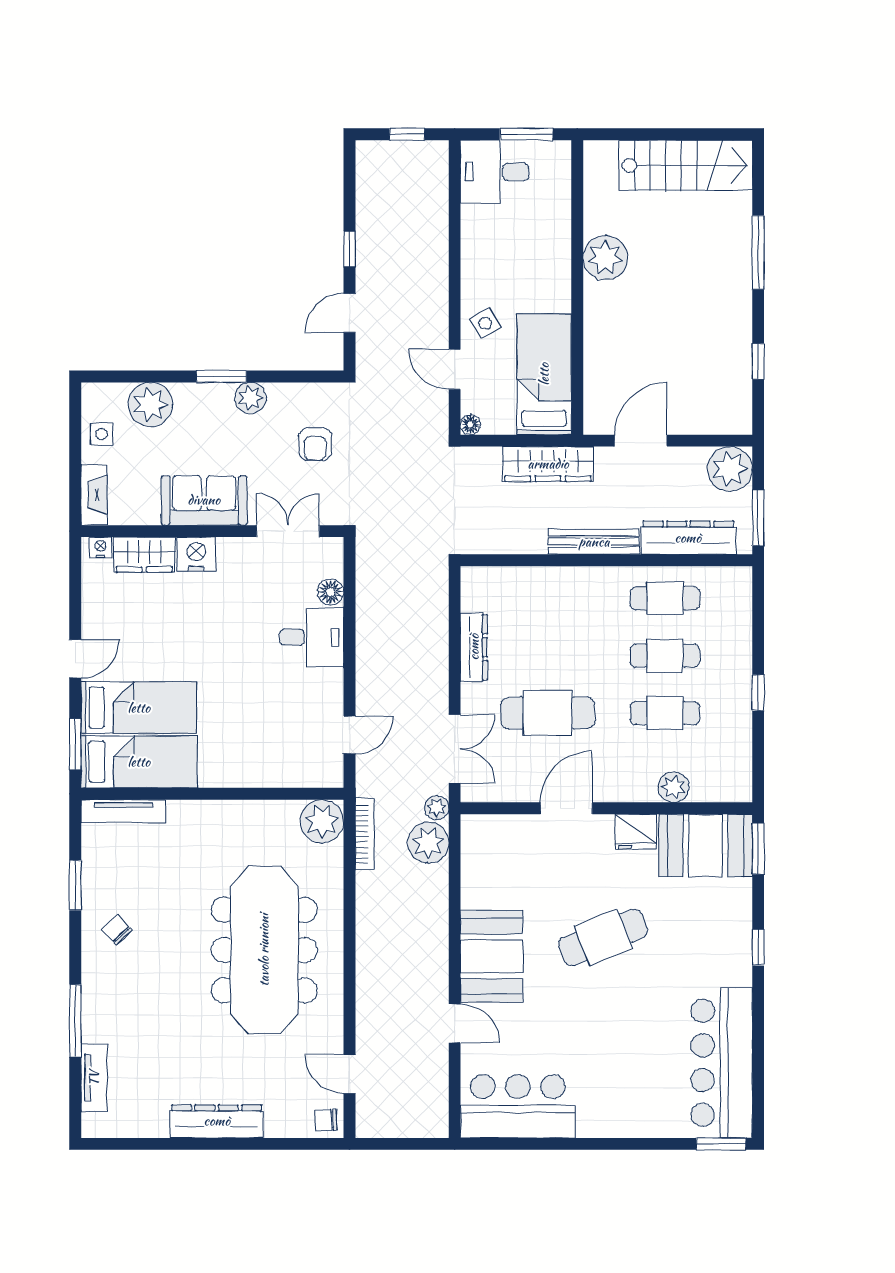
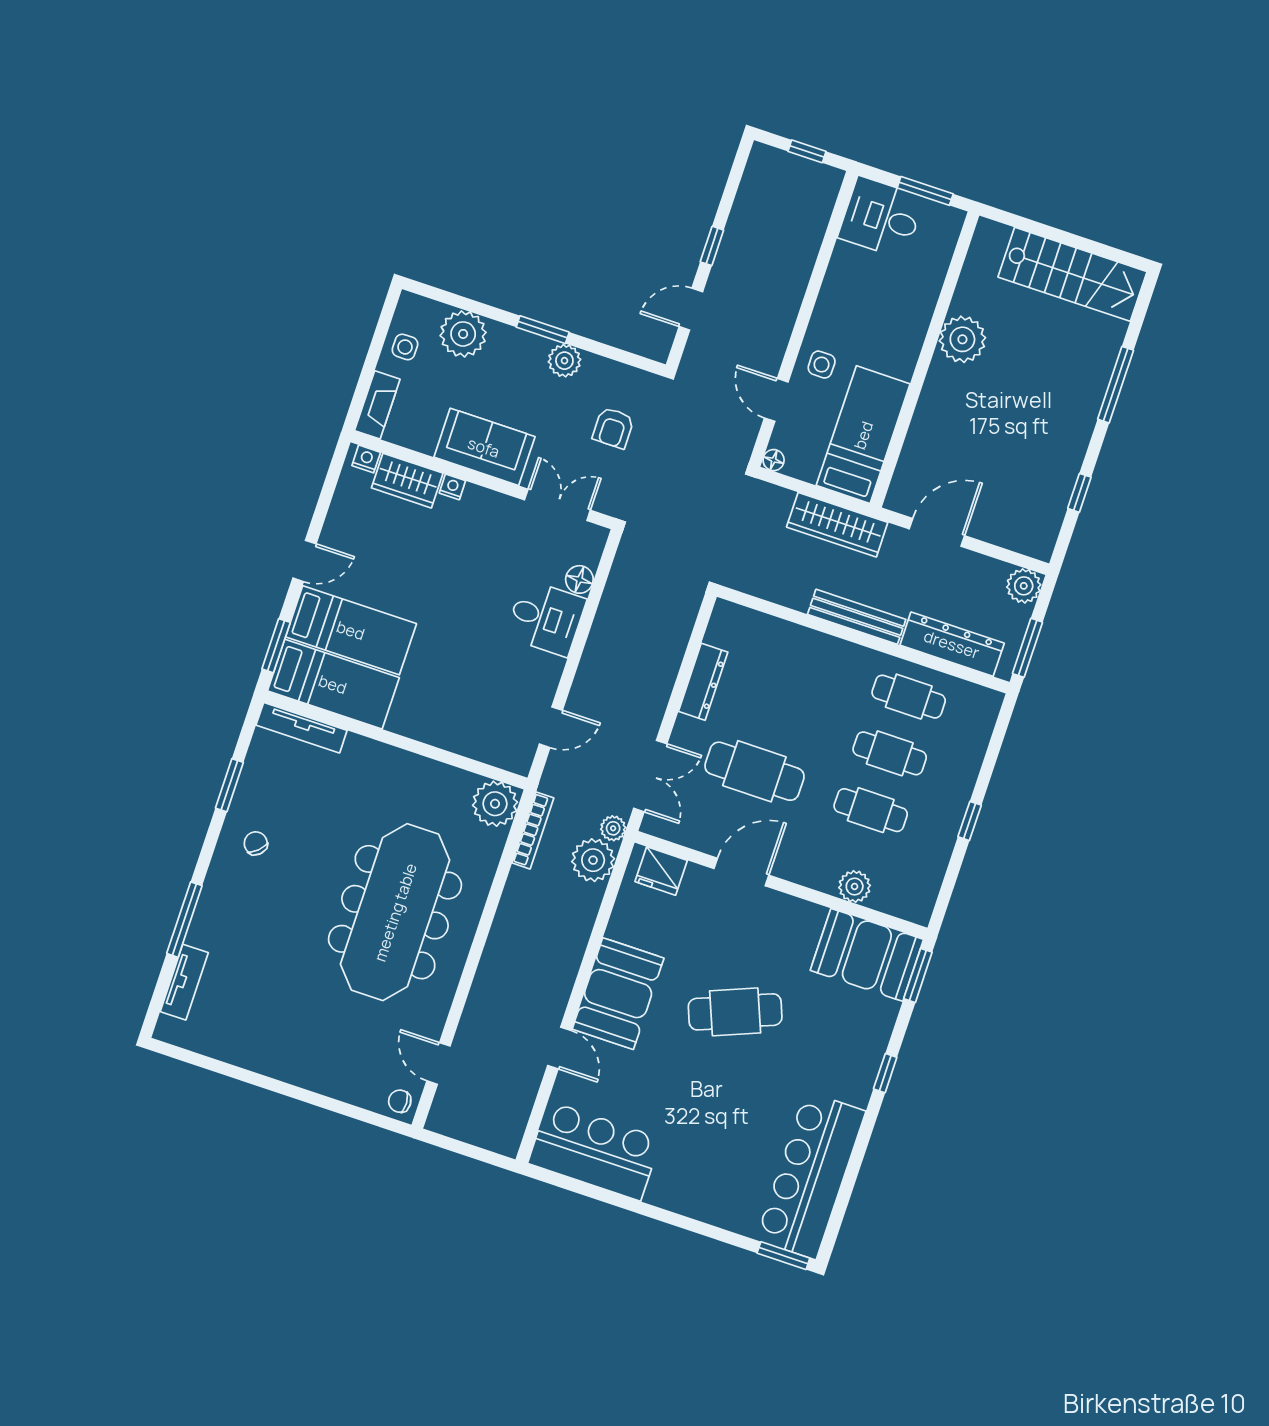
side table: (485, 323) -> (822, 365), turned 30
plant: (730, 469) -> (1024, 586), width x0.73, depth x0.73
nightstand: (196, 554) -> (452, 487), width x0.53, depth x0.56
fridge: (636, 832) -> (661, 871), moved
dresser: (217, 1121) -> (291, 1066), removed

